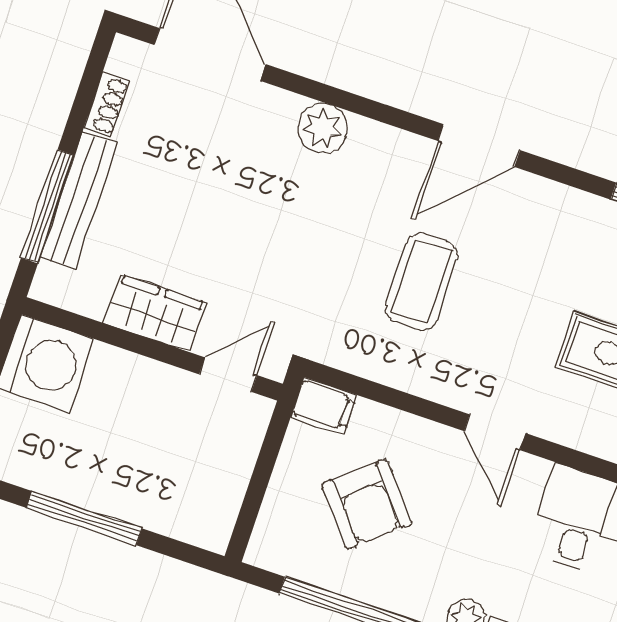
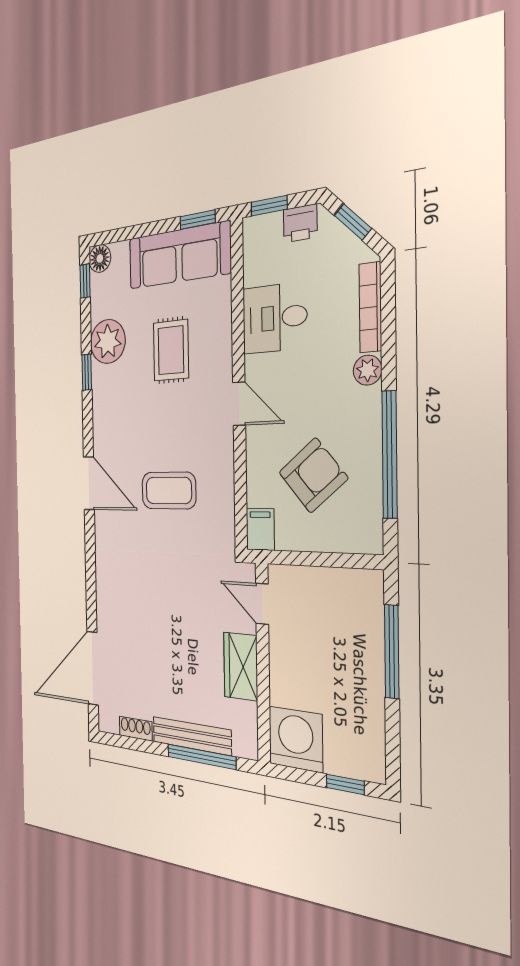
plant: (323, 128) -> (108, 585), removed
door: (495, 432) -> (239, 404), hinge flipped
window: (84, 518) -> (392, 652), moved

